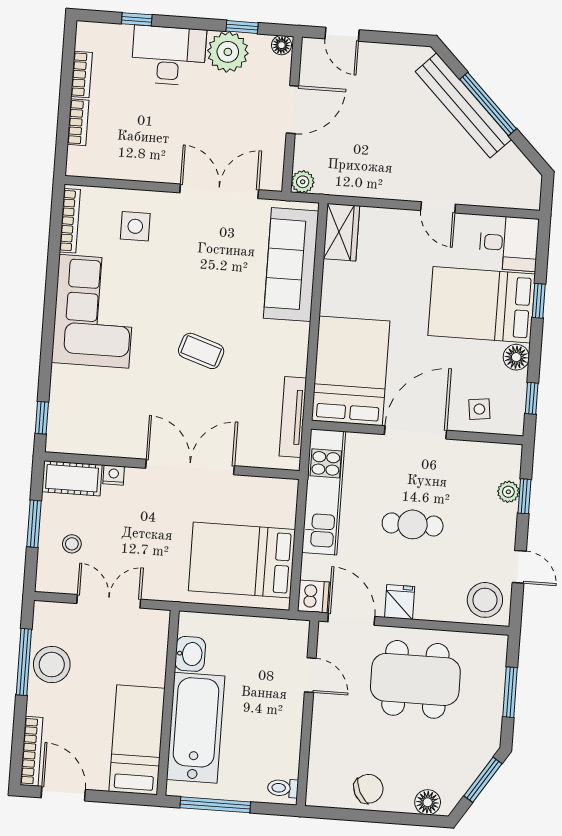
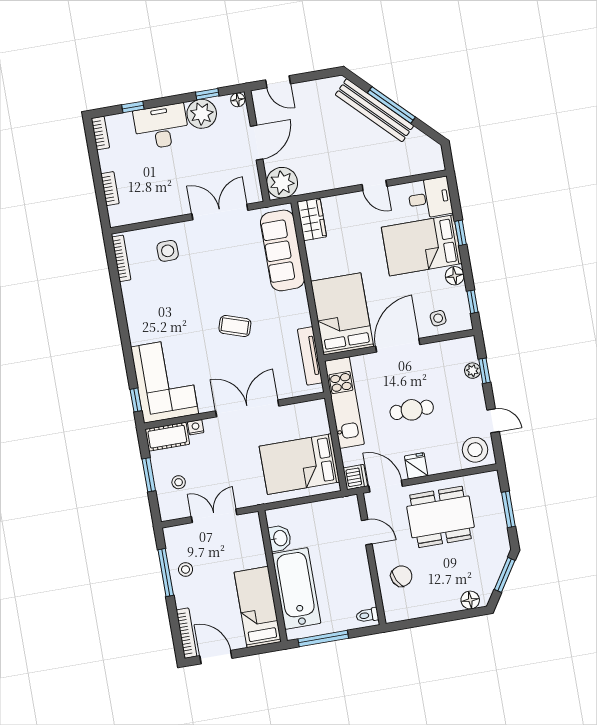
bookcase: (82, 74) -> (100, 133), moved
plant: (303, 182) -> (282, 183), width x1.87, depth x1.87
corner sofa: (94, 311) -> (165, 380), moved
stool: (52, 665) -> (186, 569), width x0.53, depth x0.53
chair: (368, 789) -> (401, 576), moved

